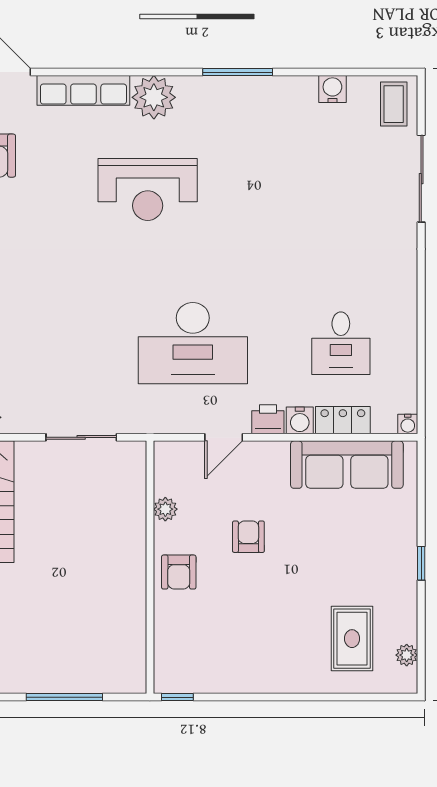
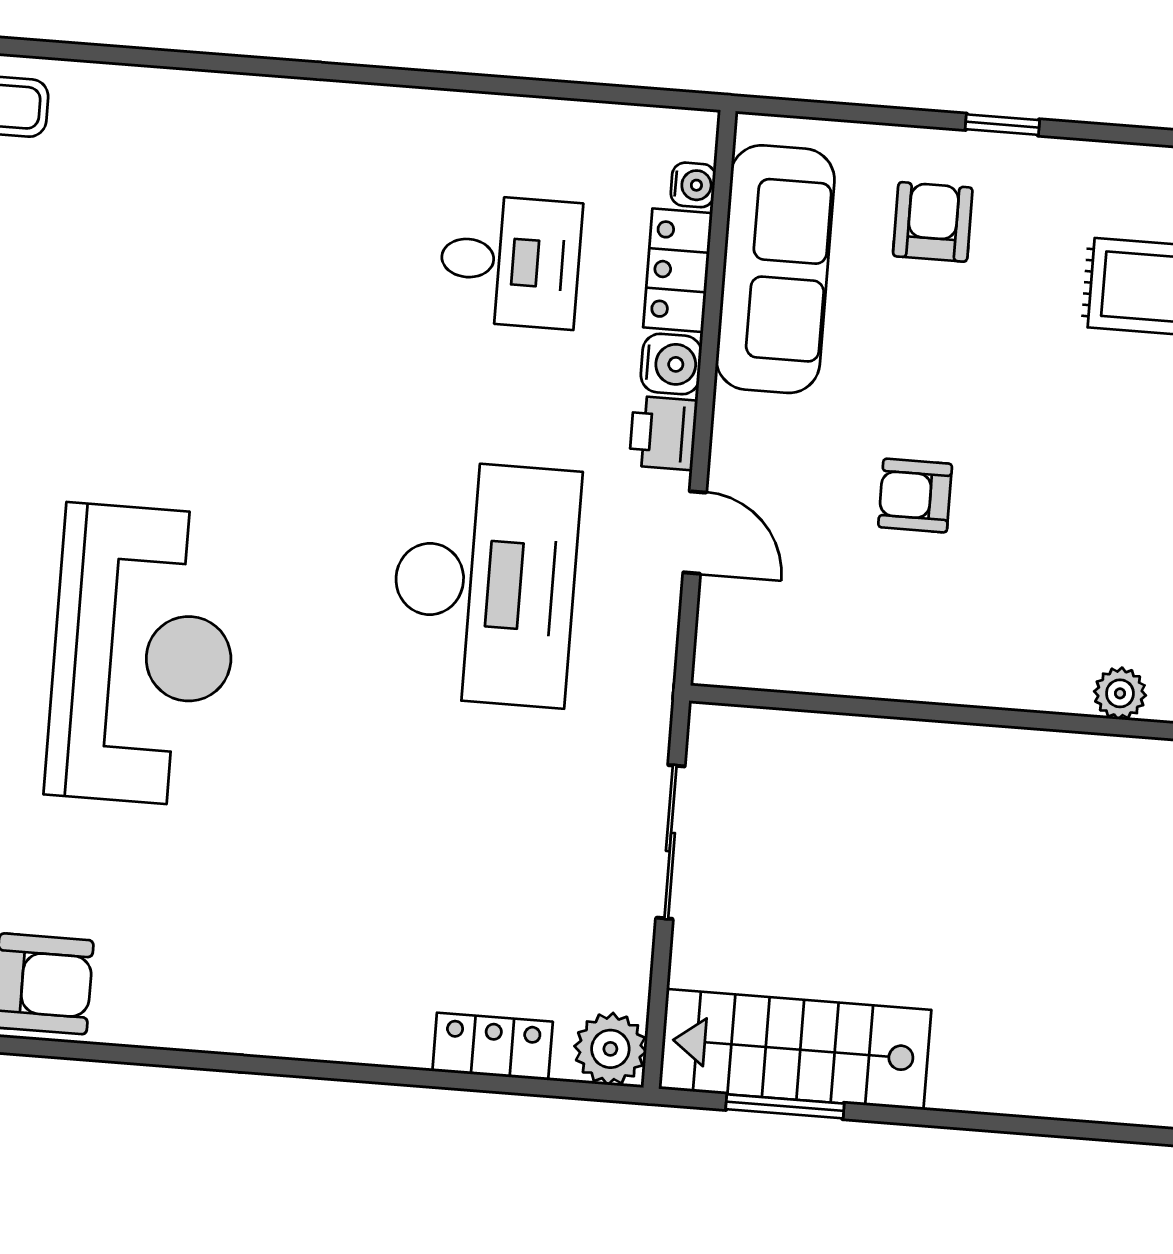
sliding door: (421, 179) -> (166, 59), removed
reception desk: (148, 189) -> (143, 655), width x1.36, depth x1.30
water cooler: (408, 424) -> (693, 185), moved
plant: (165, 509) -> (1120, 693), moved
armchair: (179, 572) -> (933, 222), moved, turned -90

